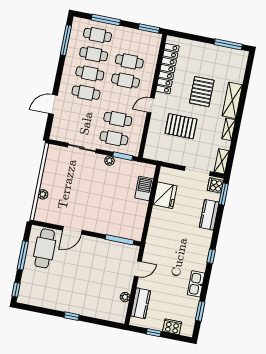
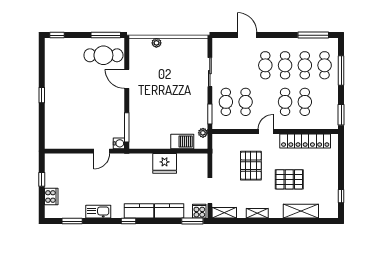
window: (228, 44) -> (341, 196), width x0.46
shelving: (232, 100) -> (301, 211), moved
door: (151, 105) -> (266, 132), hinge flipped
plant: (109, 161) -> (203, 133), moved
fridge: (165, 195) -> (165, 163), moved
water cooler: (134, 251) -> (119, 143), added
window: (23, 255) -> (106, 35), moved
door: (138, 269) -> (102, 151), hinge flipped
plant: (125, 297) -> (71, 144), removed
kitchen counter: (141, 303) -> (139, 211), moved, turned 180

